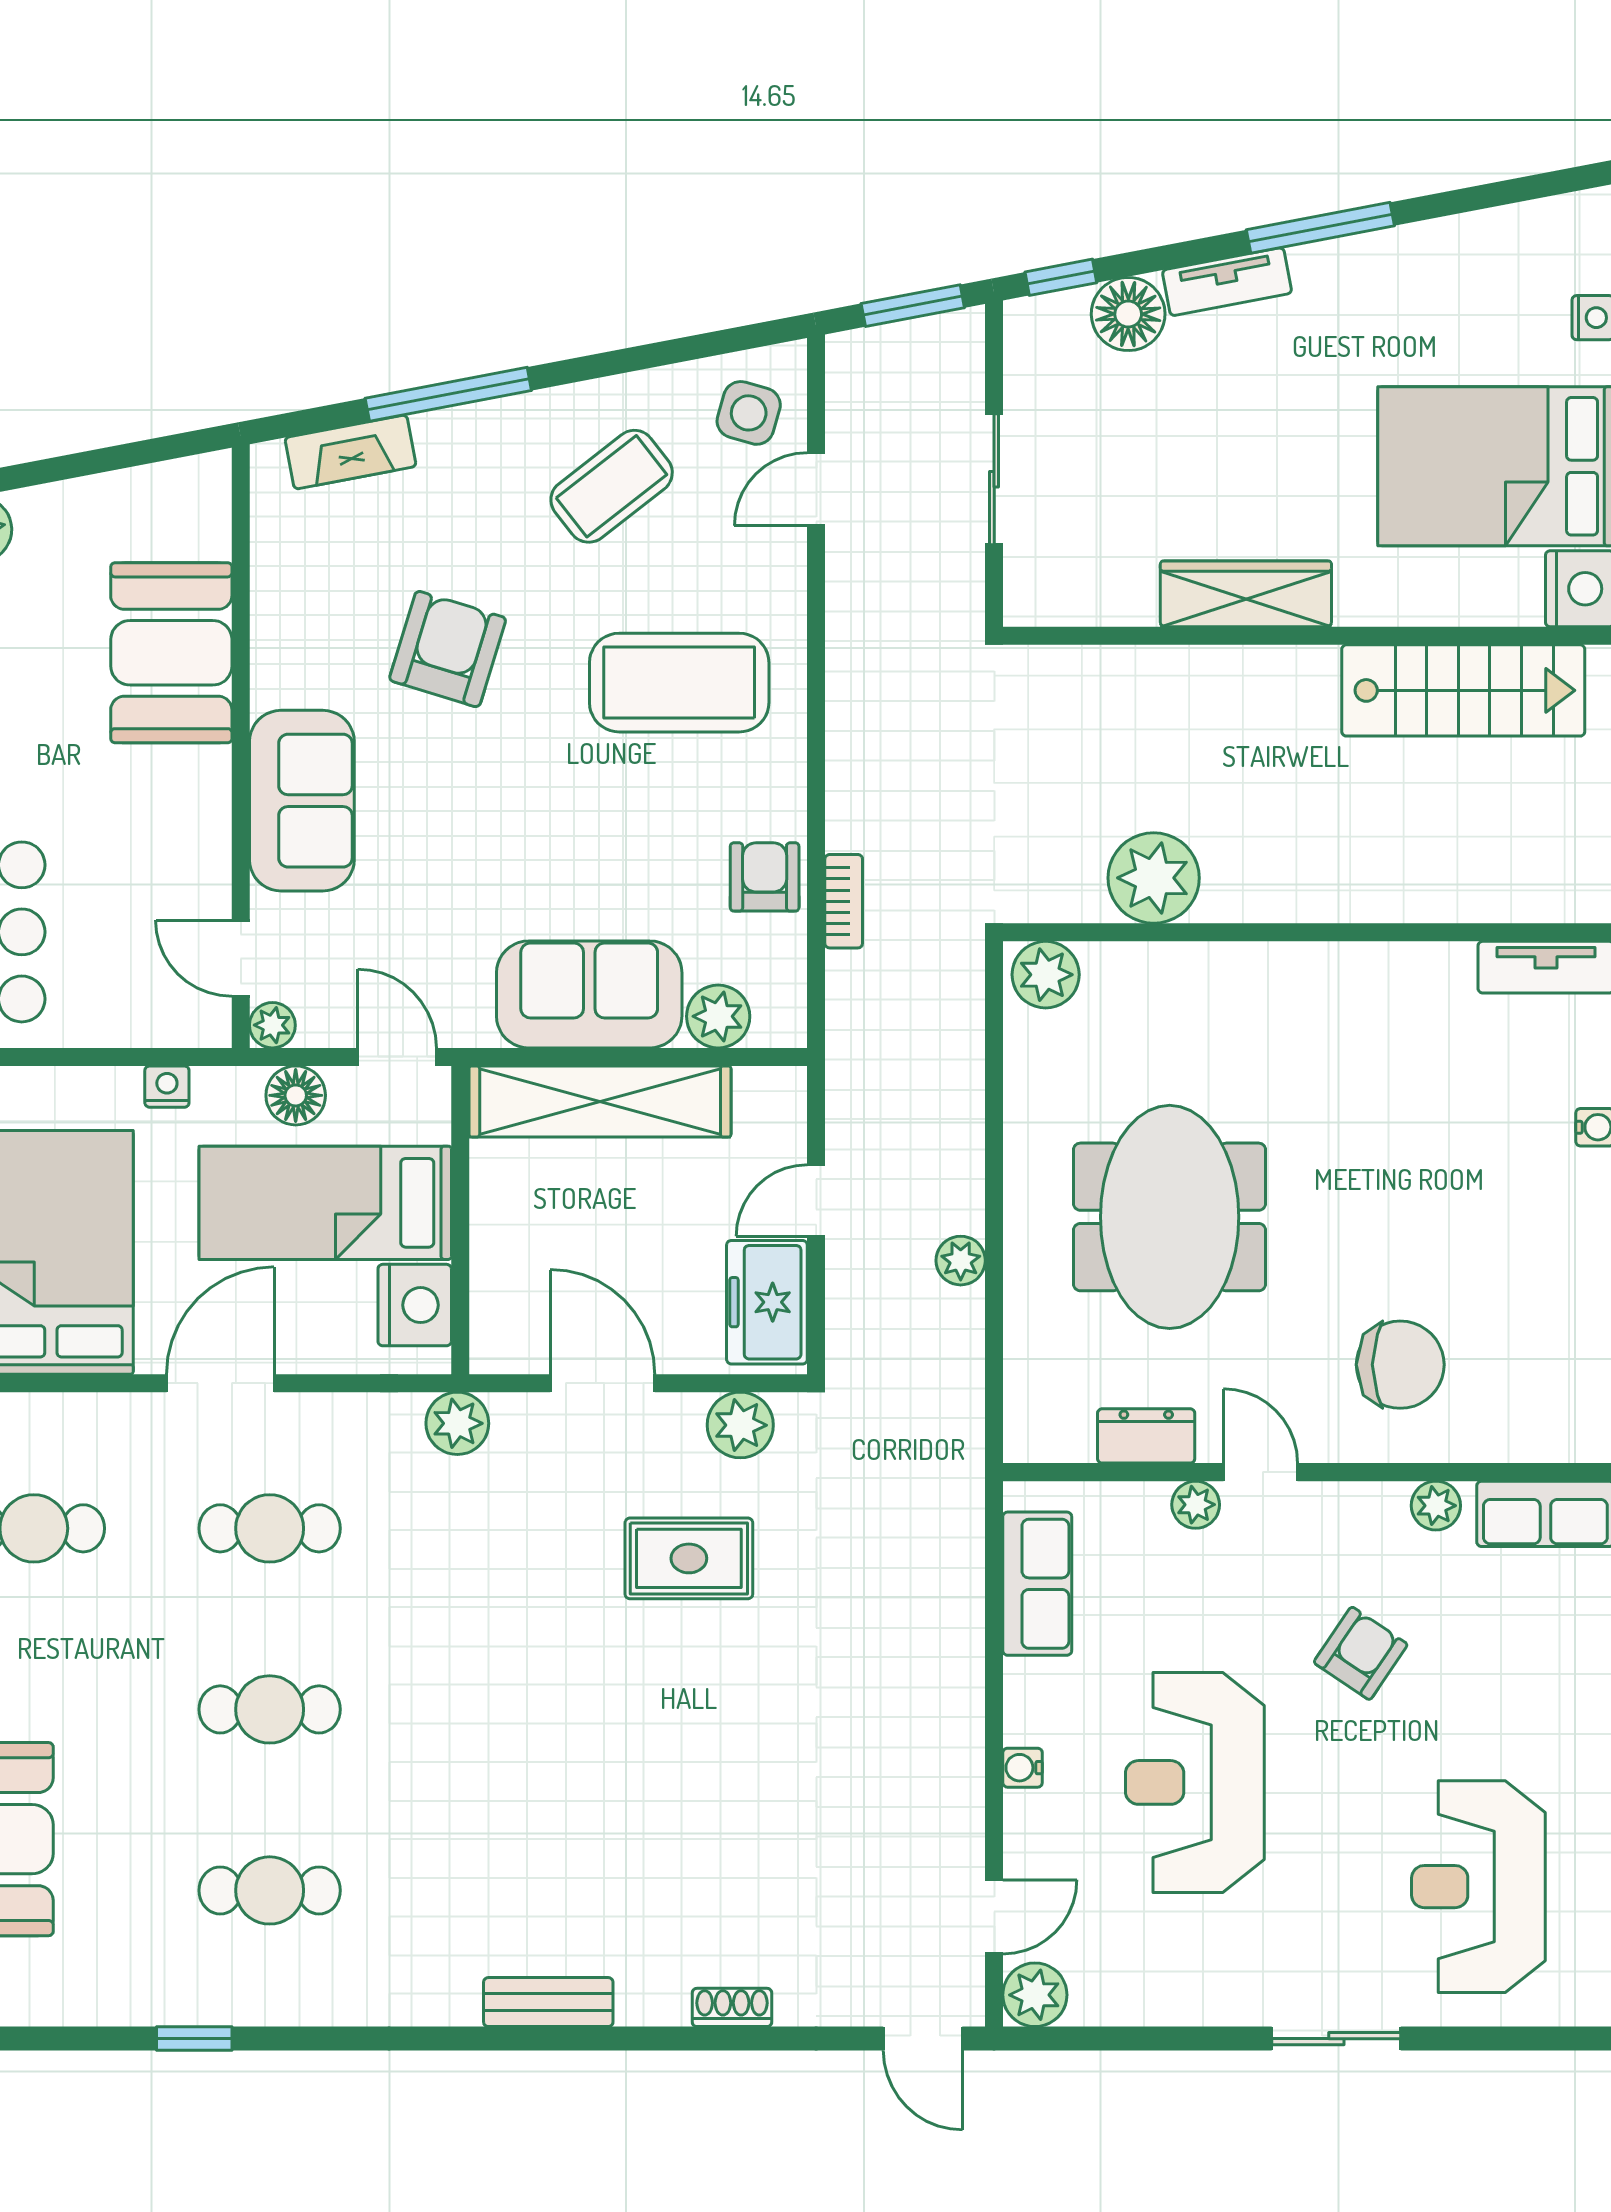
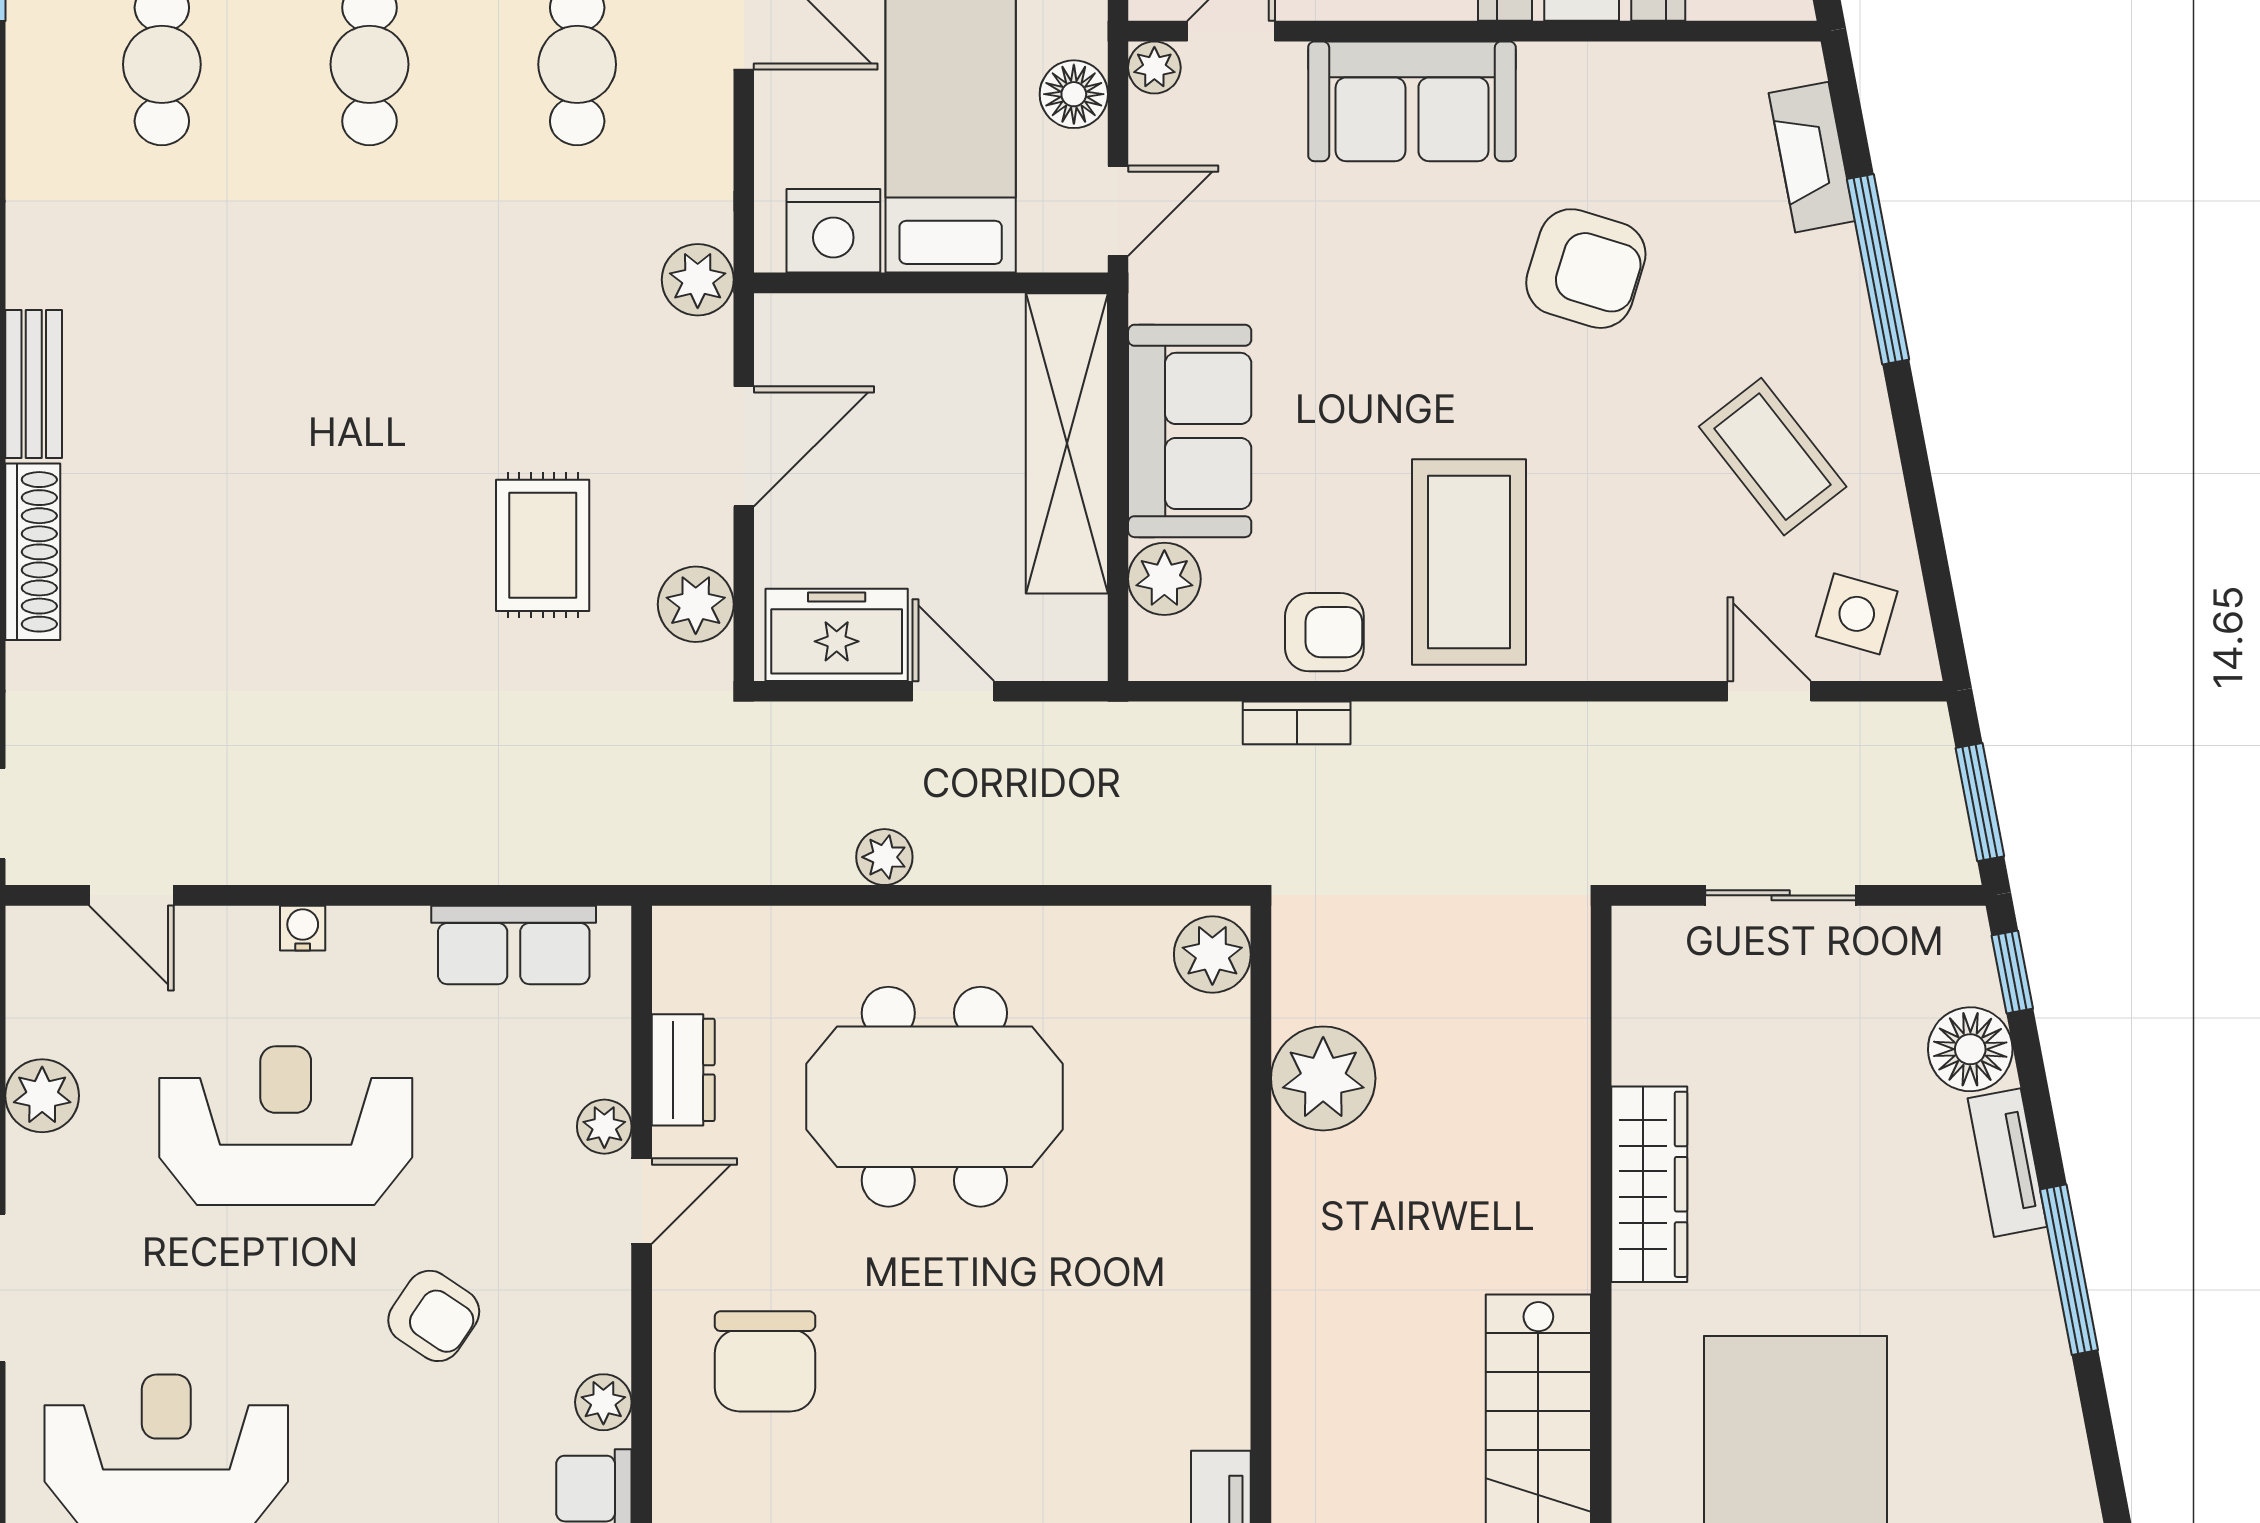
coffee table: (679, 683) -> (1469, 562), moved
plant: (1035, 1995) -> (42, 1096), moved
shoe rack: (732, 2007) -> (33, 552), width x1.94, depth x1.24

